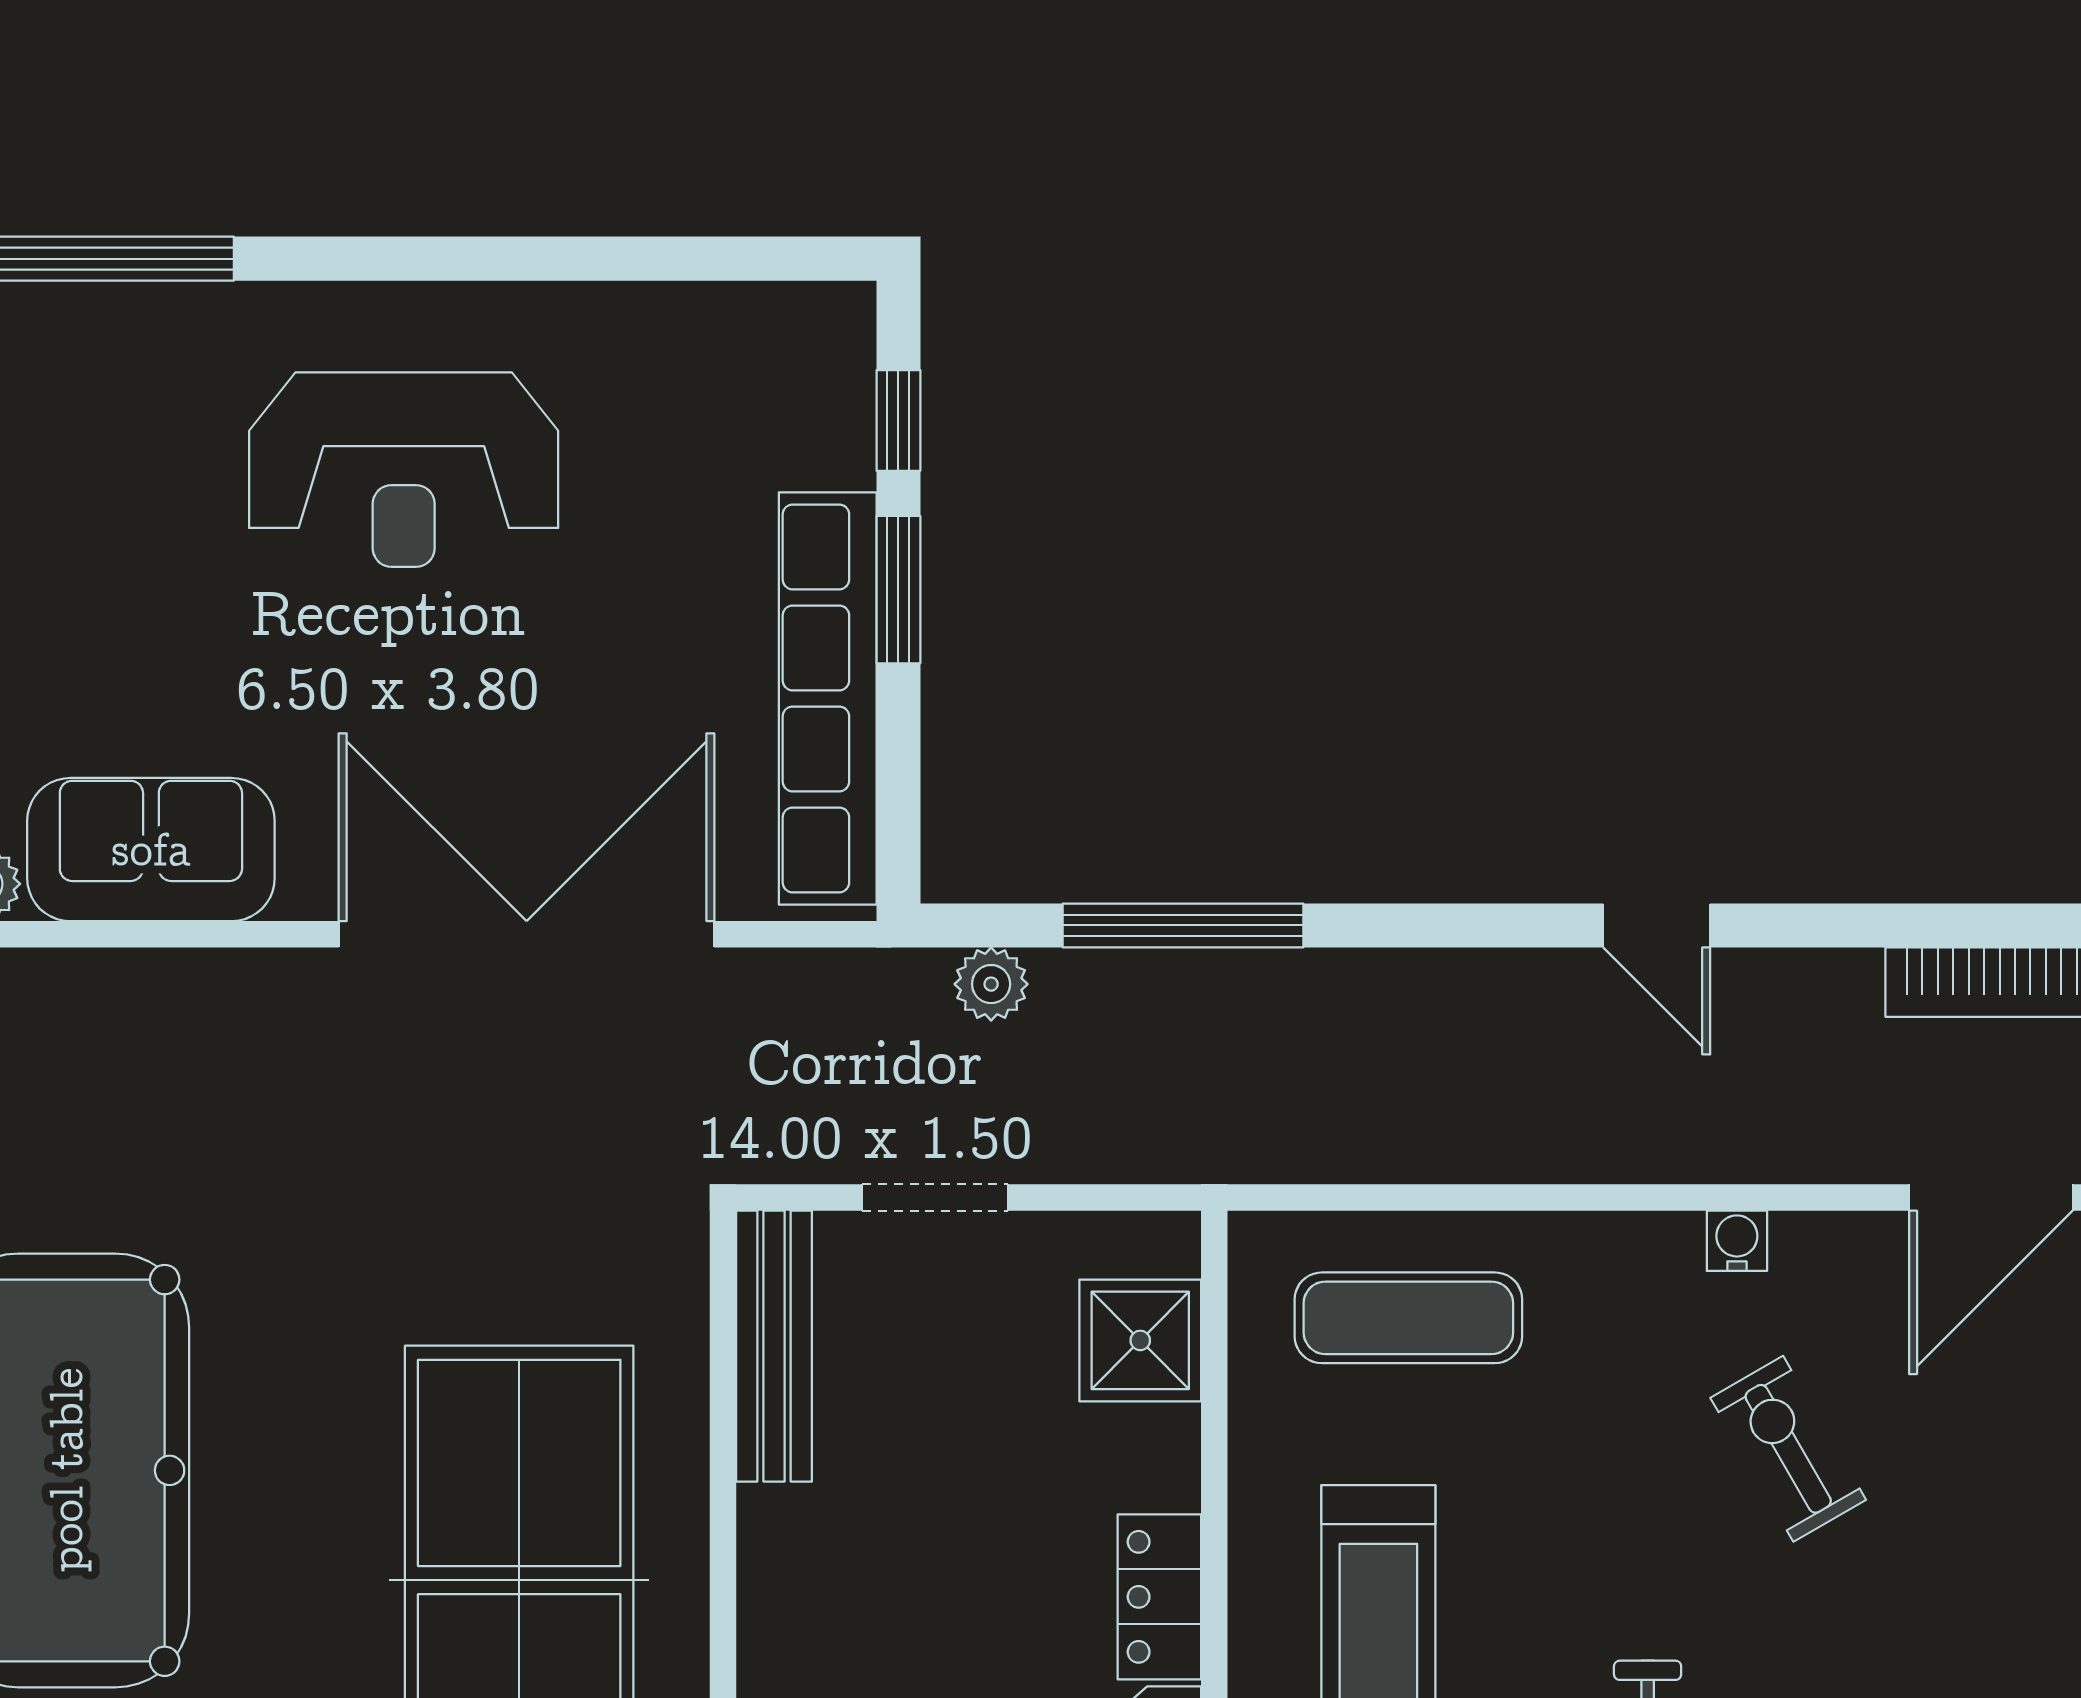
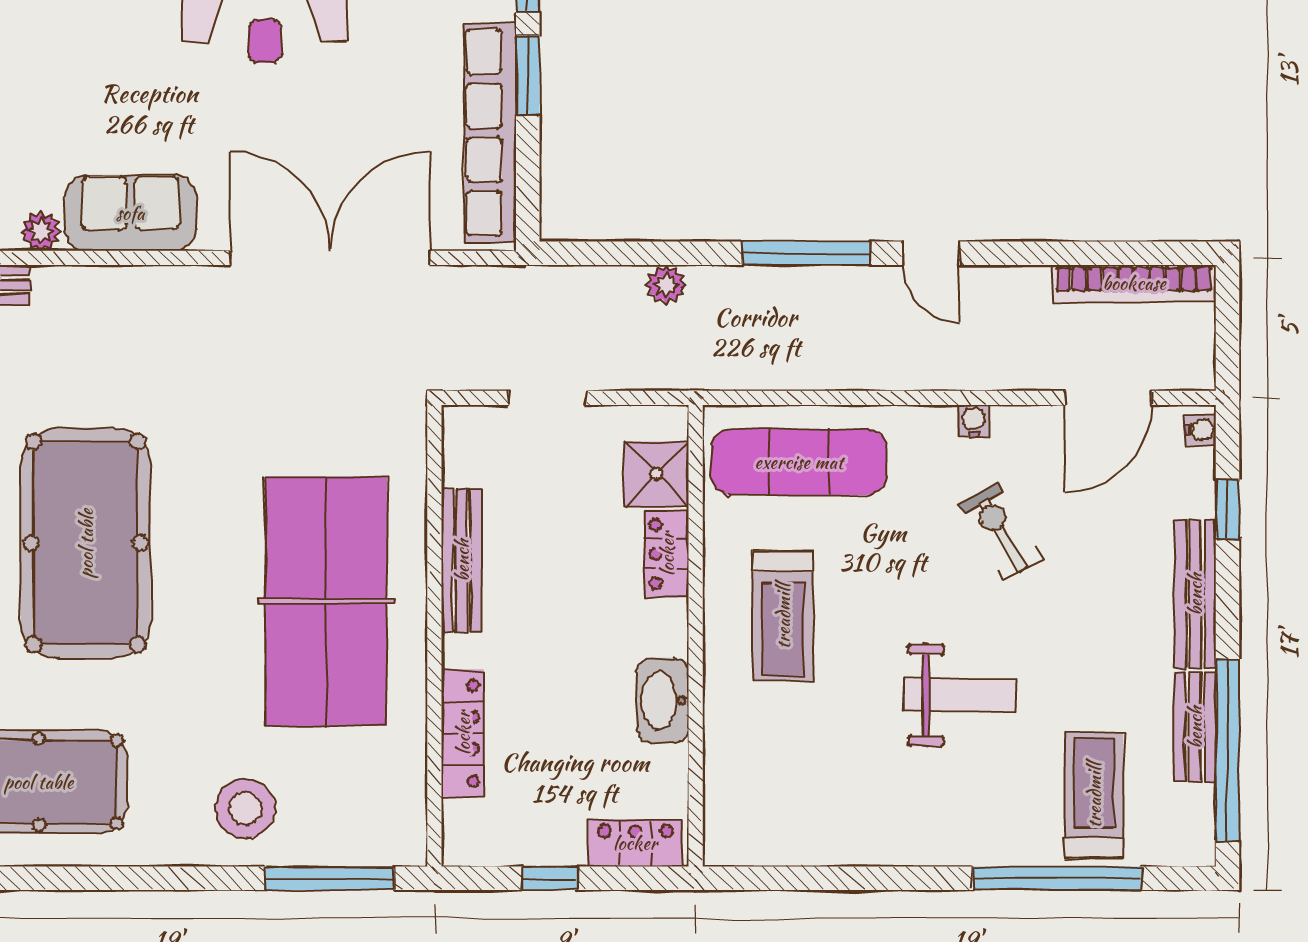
window: (1183, 925) -> (806, 253), moved
plant: (991, 984) -> (666, 284), moved
exercise mat: (1408, 1318) -> (799, 462), width x1.36, depth x1.45
bench: (774, 1346) -> (462, 560), moved
locker: (1159, 1597) -> (667, 554), moved

